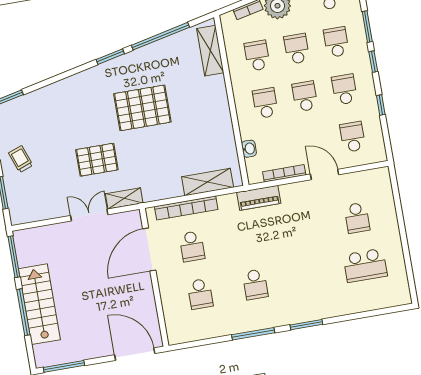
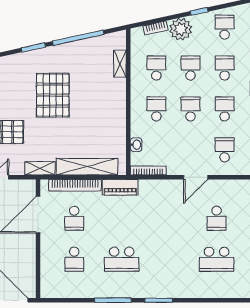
shelving: (210, 51) -> (120, 64), width x0.67, depth x0.75
pallet: (142, 108) -> (53, 95), turned 90
bookcase: (284, 173) -> (148, 170), moved
door: (325, 174) -> (196, 177), swing flipped
shelving: (208, 182) -> (87, 167), width x1.47
shelving: (124, 198) -> (40, 168), moved
piano: (259, 198) -> (120, 187), moved
school desk: (255, 284) -> (122, 259), width x1.85

